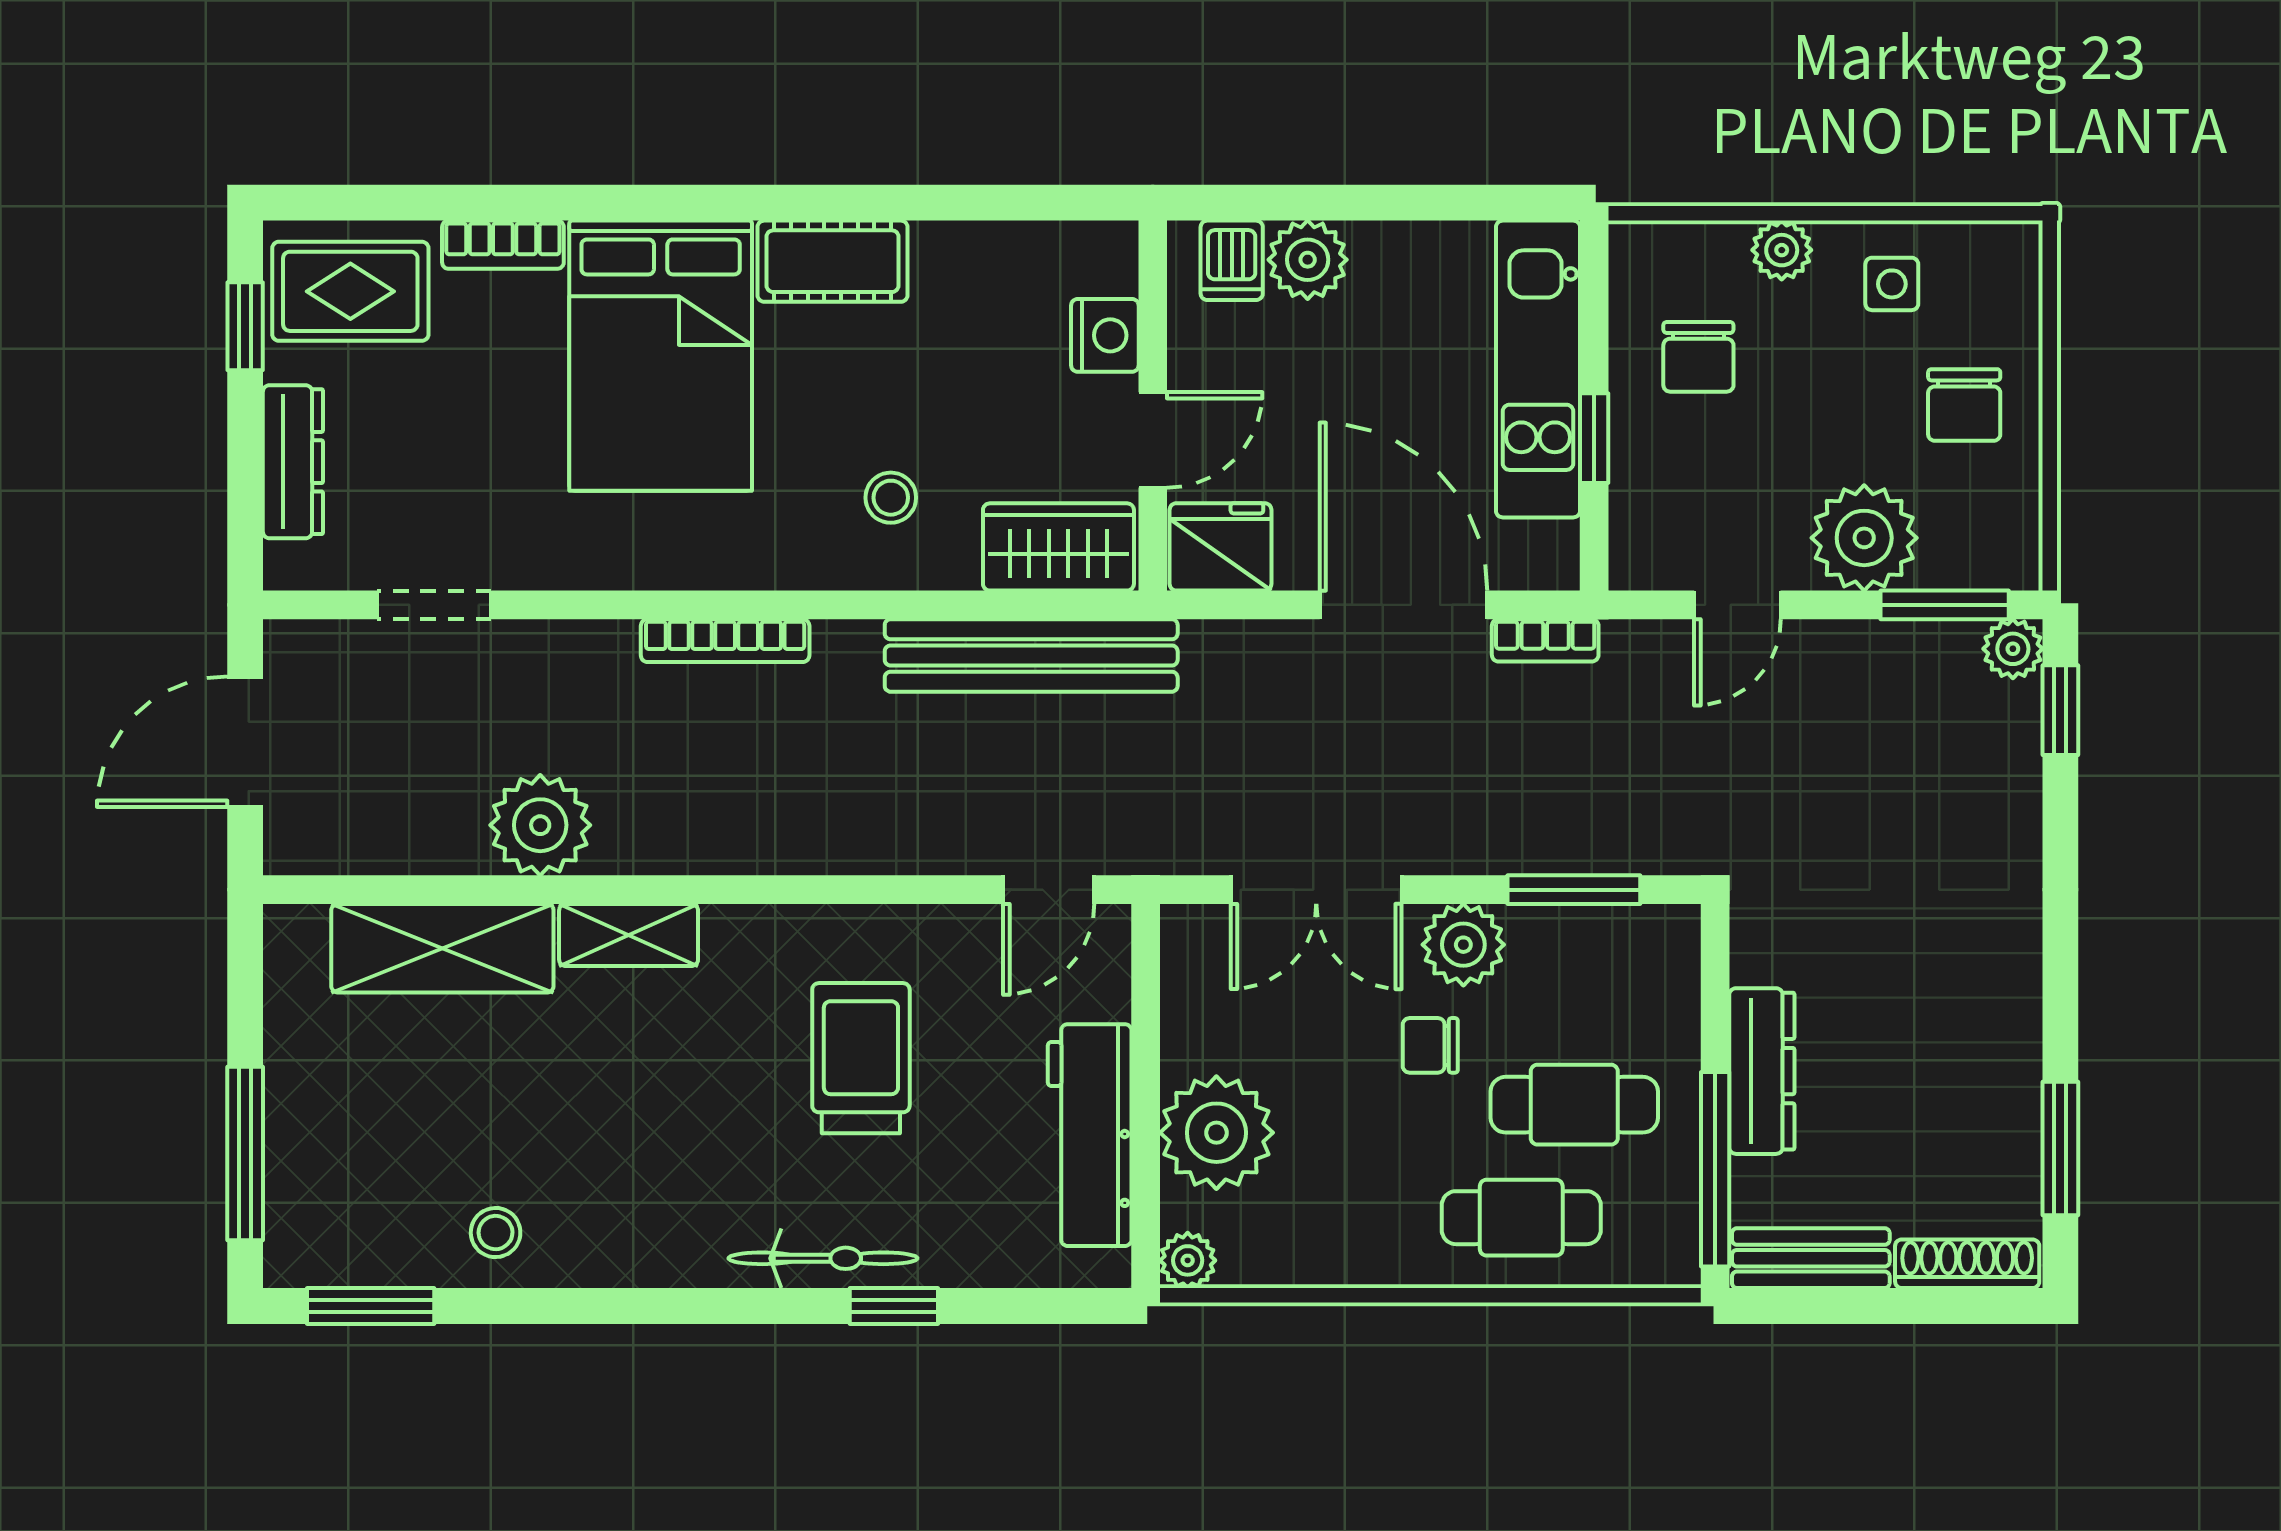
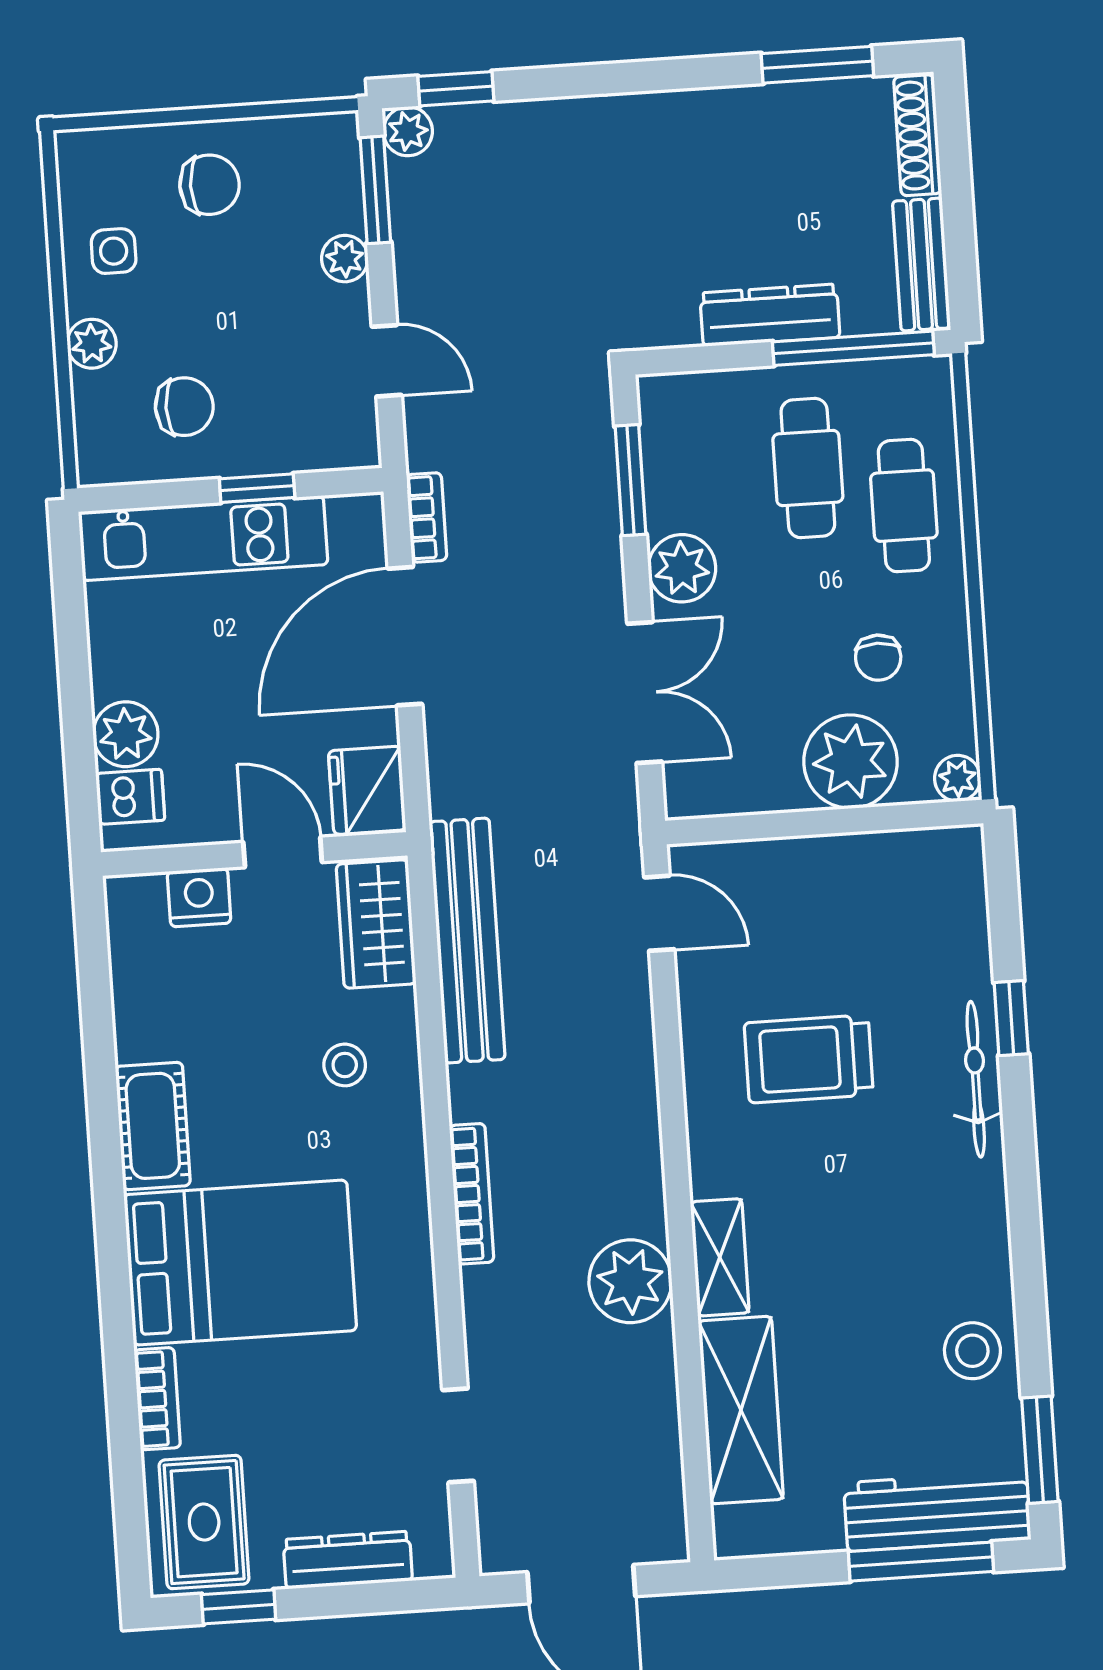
plant: (1864, 538) -> (345, 259), width x0.53, depth x0.53
plant: (540, 825) -> (630, 1281), moved
chair: (1430, 1045) -> (878, 658), moved
workbench: (1090, 1135) -> (937, 1511), moved, turned 180
stool: (496, 1233) -> (972, 1351), width x1.37, depth x1.37

